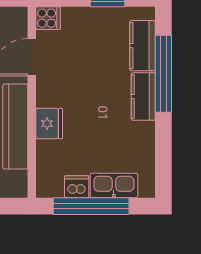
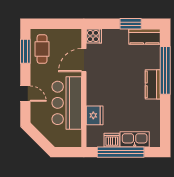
kitchen counter: (143, 46) -> (145, 37), moved, turned -90
fridge: (49, 124) -> (95, 115), moved

